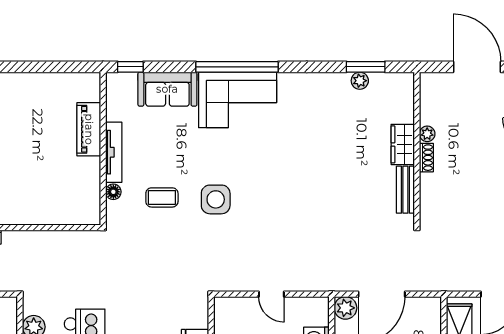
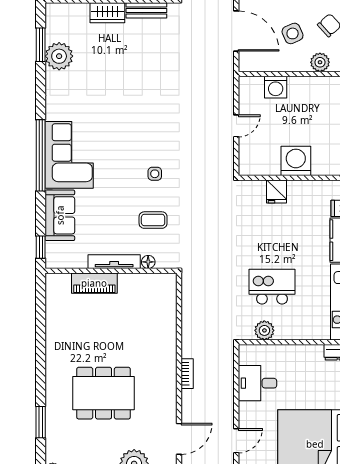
plant: (360, 81) -> (59, 56), width x1.88, depth x1.88
coffee table: (162, 197) -> (153, 220), turned 90
side table: (216, 199) -> (155, 174), width x0.54, depth x0.54
plant: (345, 308) -> (248, 62), removed

